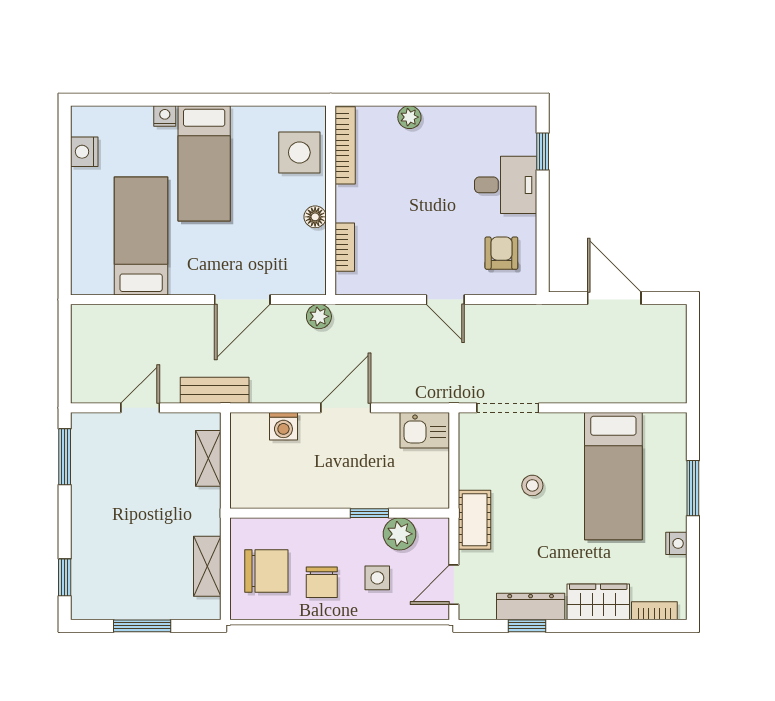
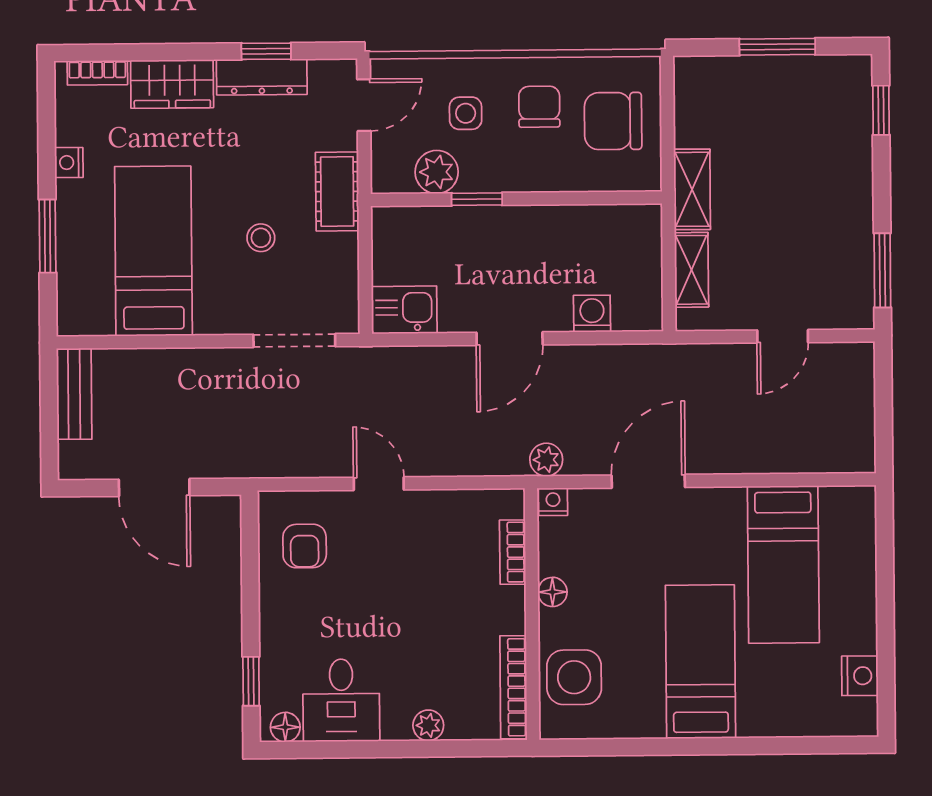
nightstand: (165, 116) -> (553, 502), moved, turned 180
floor lamp: (517, 117) -> (285, 727), added
desk: (506, 185) -> (341, 700), moved, turned -90
bench: (215, 390) -> (74, 394), moved, turned 90
shelving: (207, 566) -> (692, 189), moved

